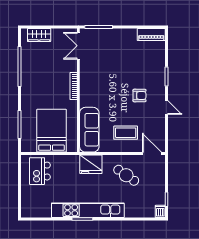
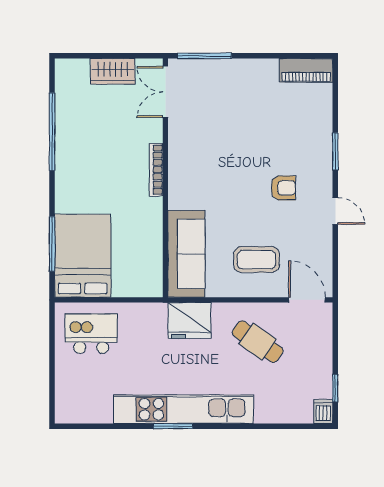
wardrobe: (39, 35) -> (113, 71), moved
bed: (52, 131) -> (83, 256), moved
kitchen island: (40, 171) -> (91, 334), turned 90

